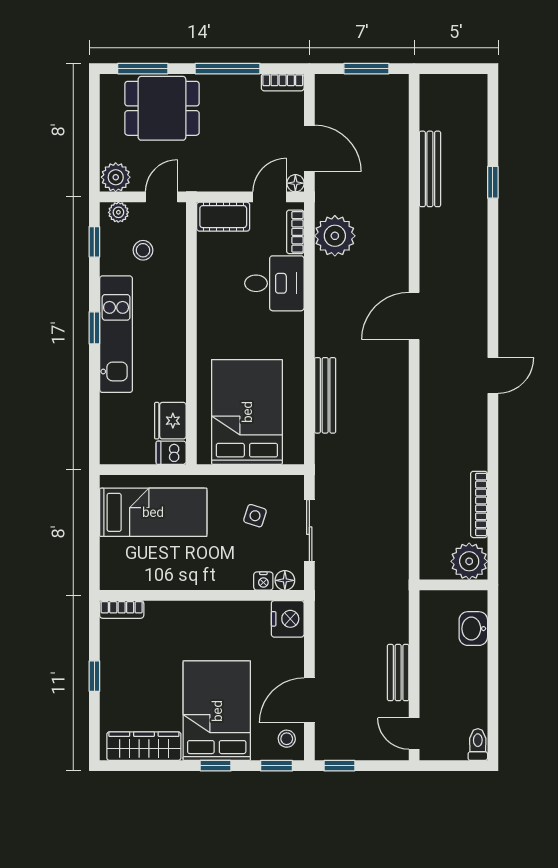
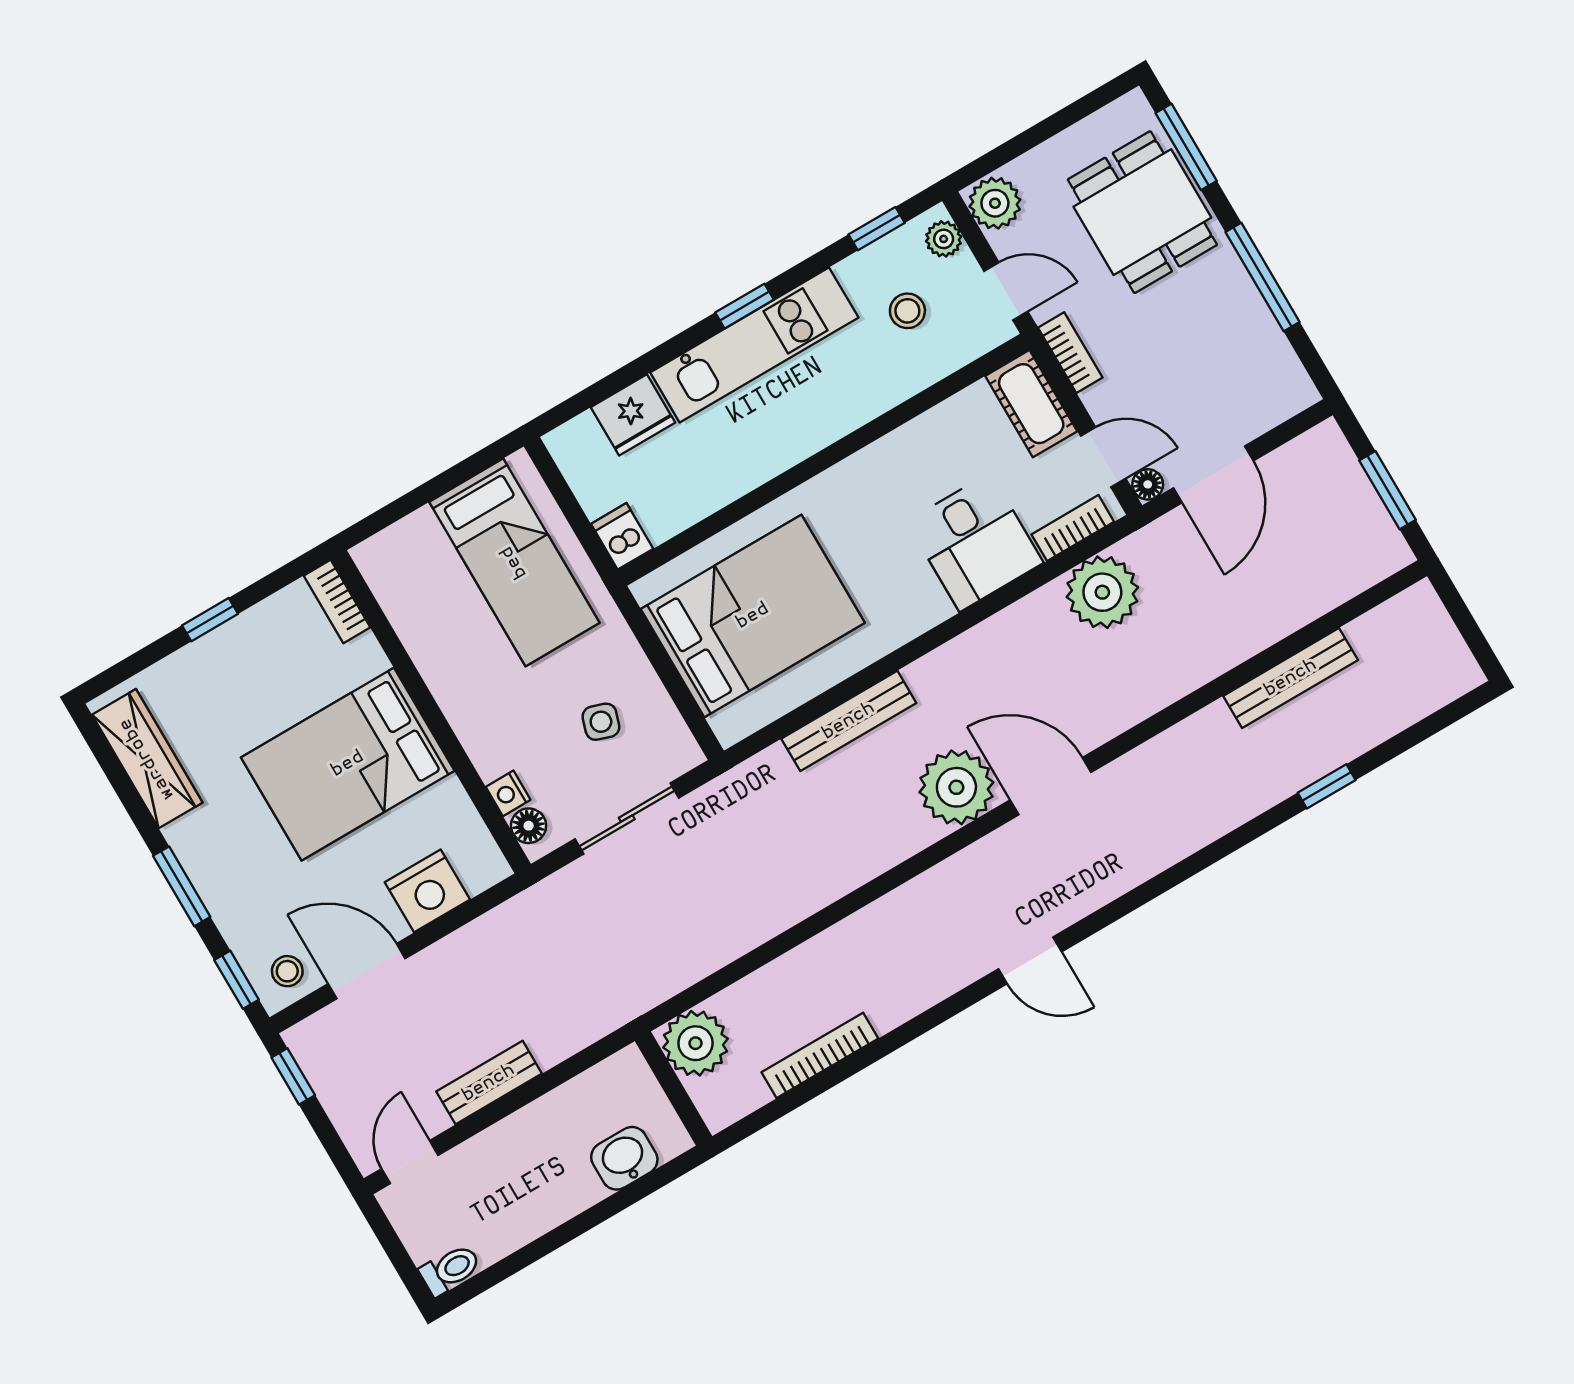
bookcase: (283, 82) -> (1070, 353), moved, turned 180
plant: (388, 362) -> (956, 787), added
fridge: (170, 421) -> (633, 415), moved, turned 180
plant: (469, 561) -> (695, 1043), moved
nightstand: (288, 619) -> (427, 891), moved
bed: (217, 711) -> (348, 764), moved, turned 180
window: (216, 766) -> (182, 886), width x1.50

